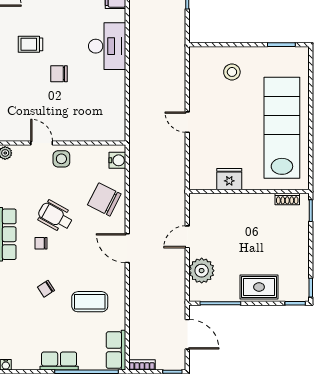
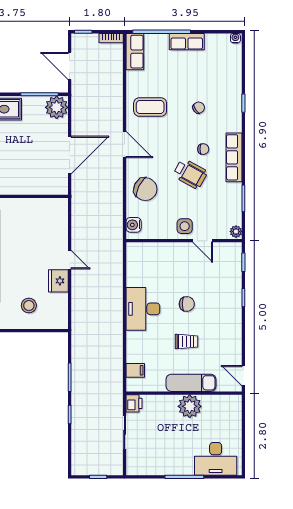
trolley: (30, 44) -> (187, 341), moved
desk: (107, 46) -> (143, 309), moved
fridge: (229, 179) -> (58, 281), moved, turned 90
door: (187, 237) -> (70, 155), width x1.88
plant: (202, 271) -> (57, 107), moved
coffee table: (90, 302) -> (150, 107), moved

